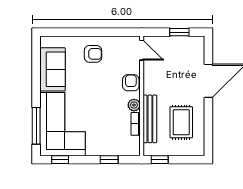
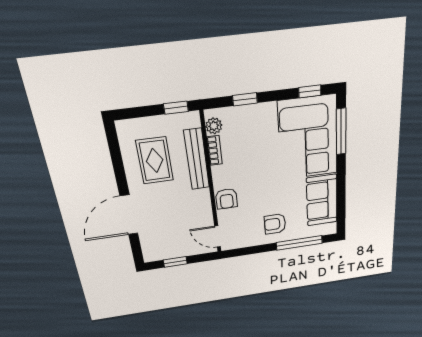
window: (73, 32) -> (299, 243), added
plant: (134, 105) -> (214, 126), moved

